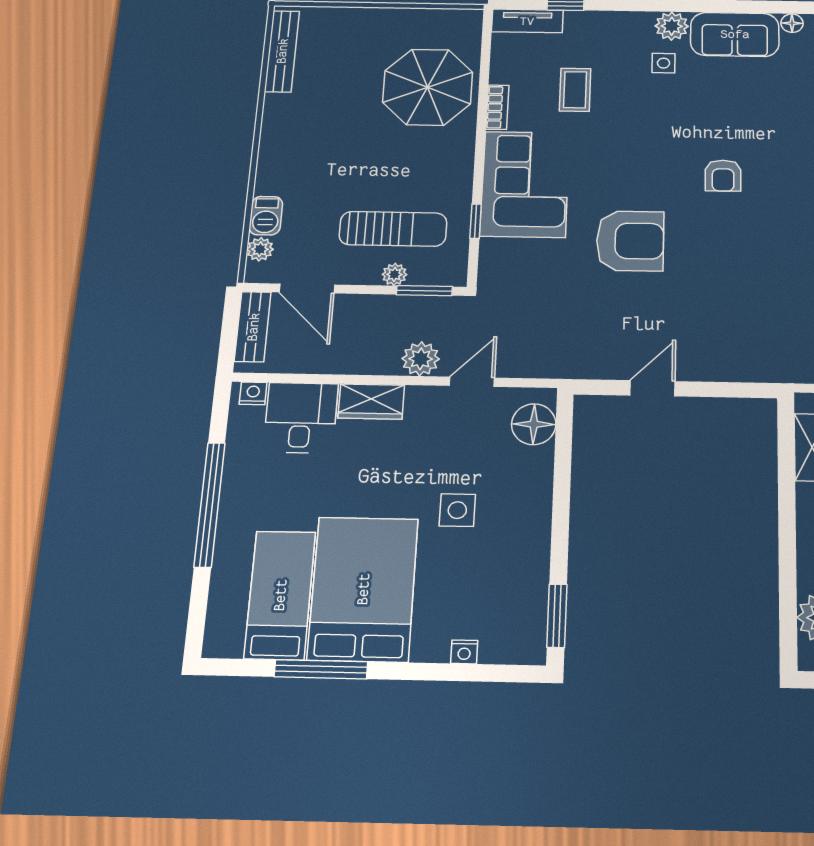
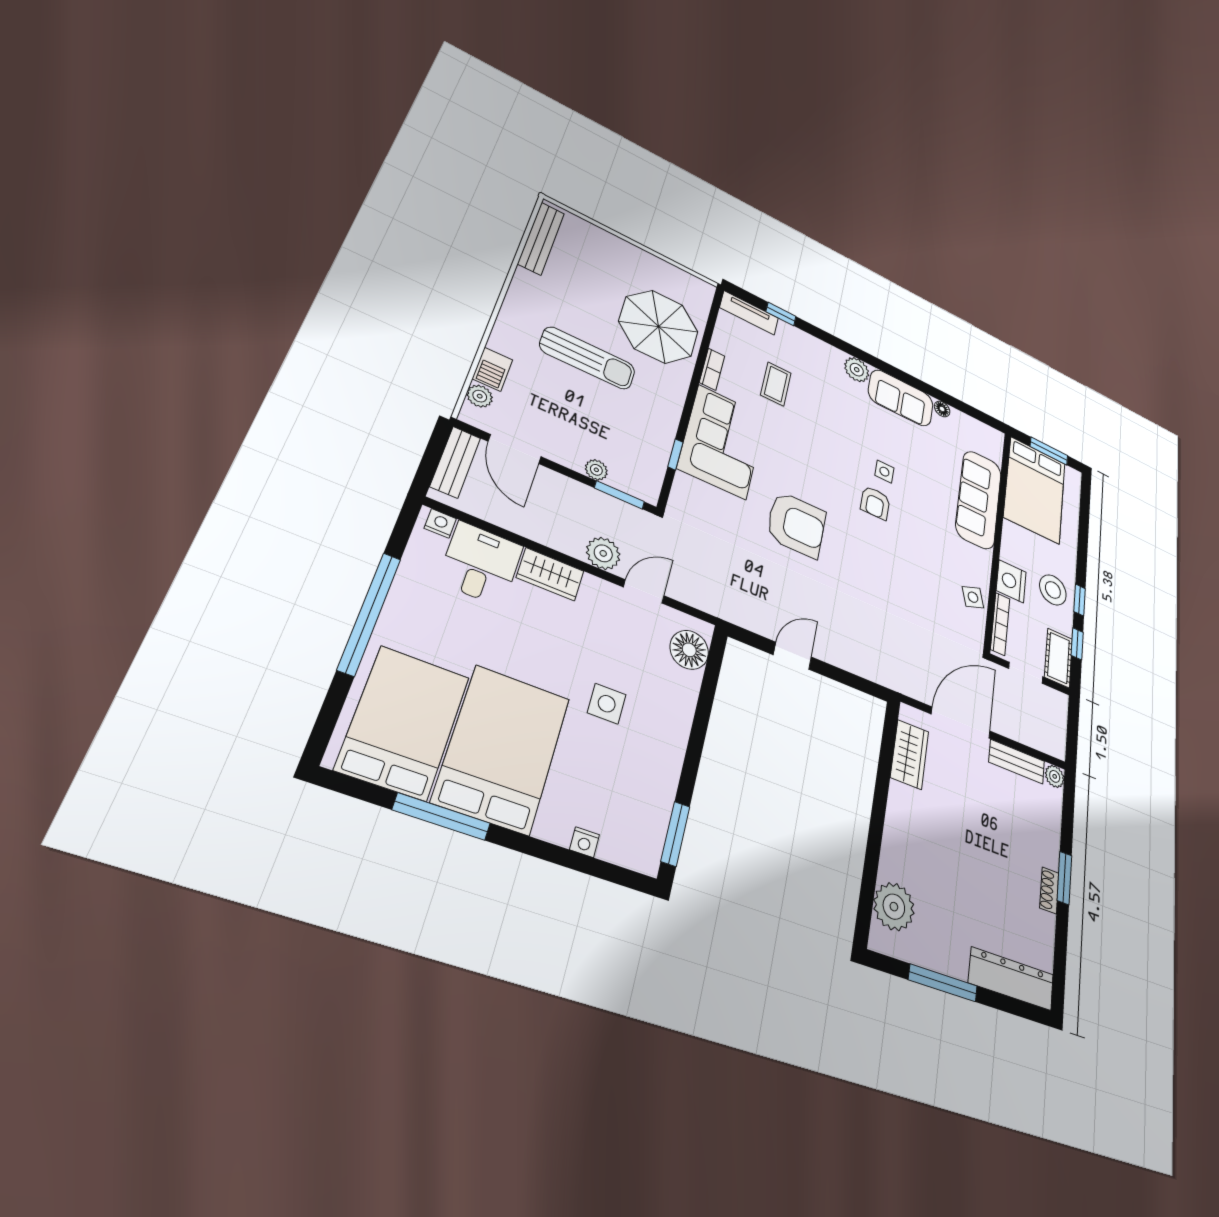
side table: (664, 63) -> (884, 472), moved
sun lounger: (393, 229) -> (588, 358), moved
bed: (280, 595) -> (403, 723), width x1.50

